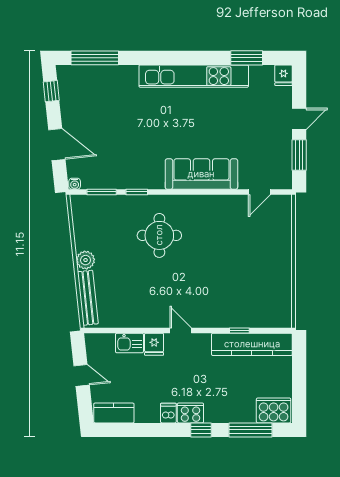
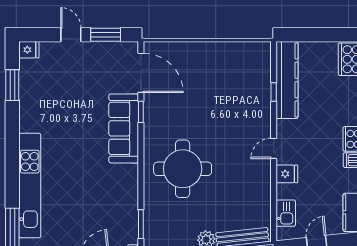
kitchen unit: (194, 76) -> (30, 186), moved
window: (137, 192) -> (141, 112), moved
door: (259, 192) -> (141, 73), width x1.87
round table: (159, 235) -> (183, 169), width x1.36, depth x1.36
kitchen sink: (129, 343) -> (286, 213), moved

